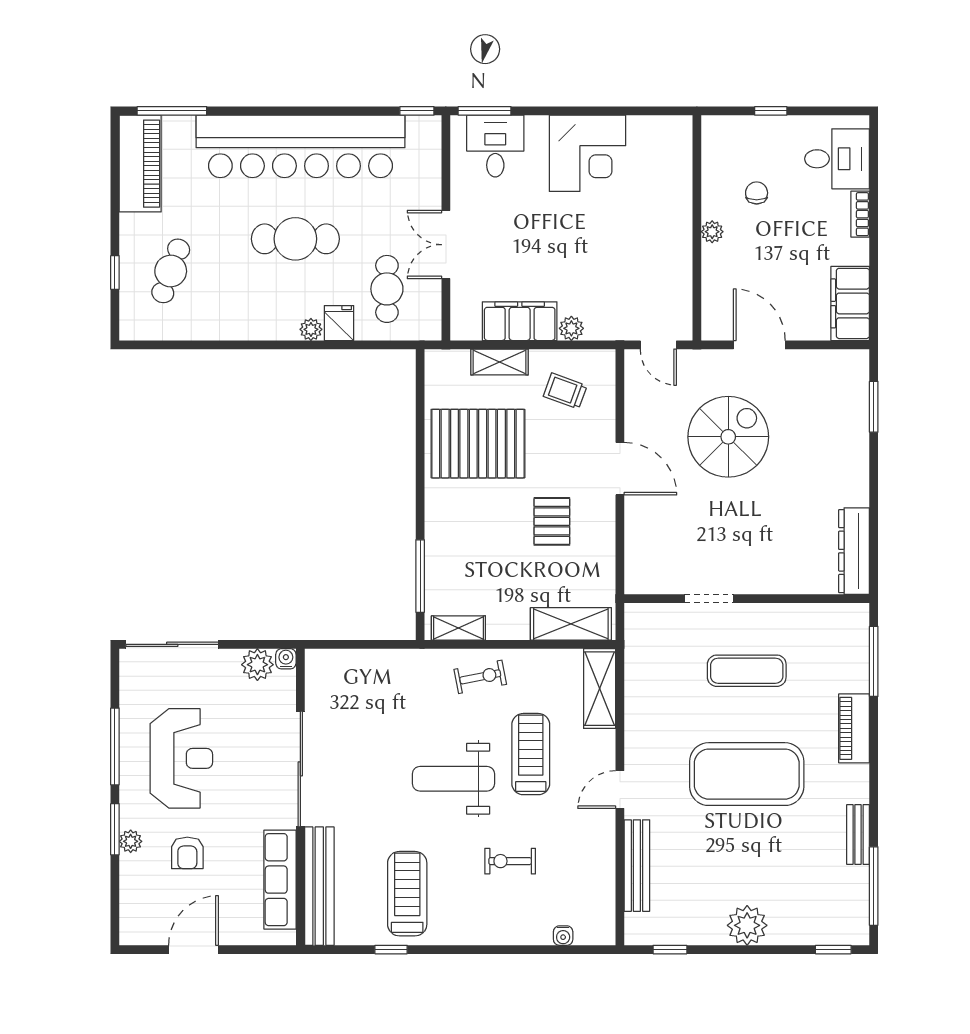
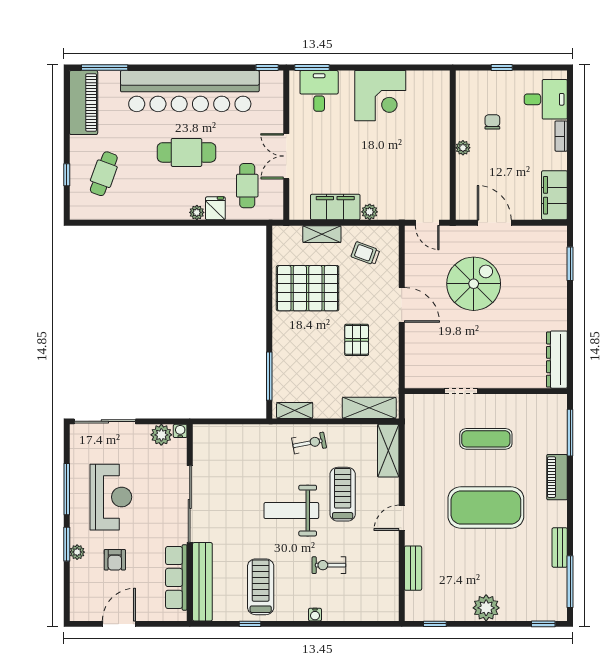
bench: (637, 866) -> (413, 568), width x0.73
water cooler: (563, 936) -> (315, 615), moved

